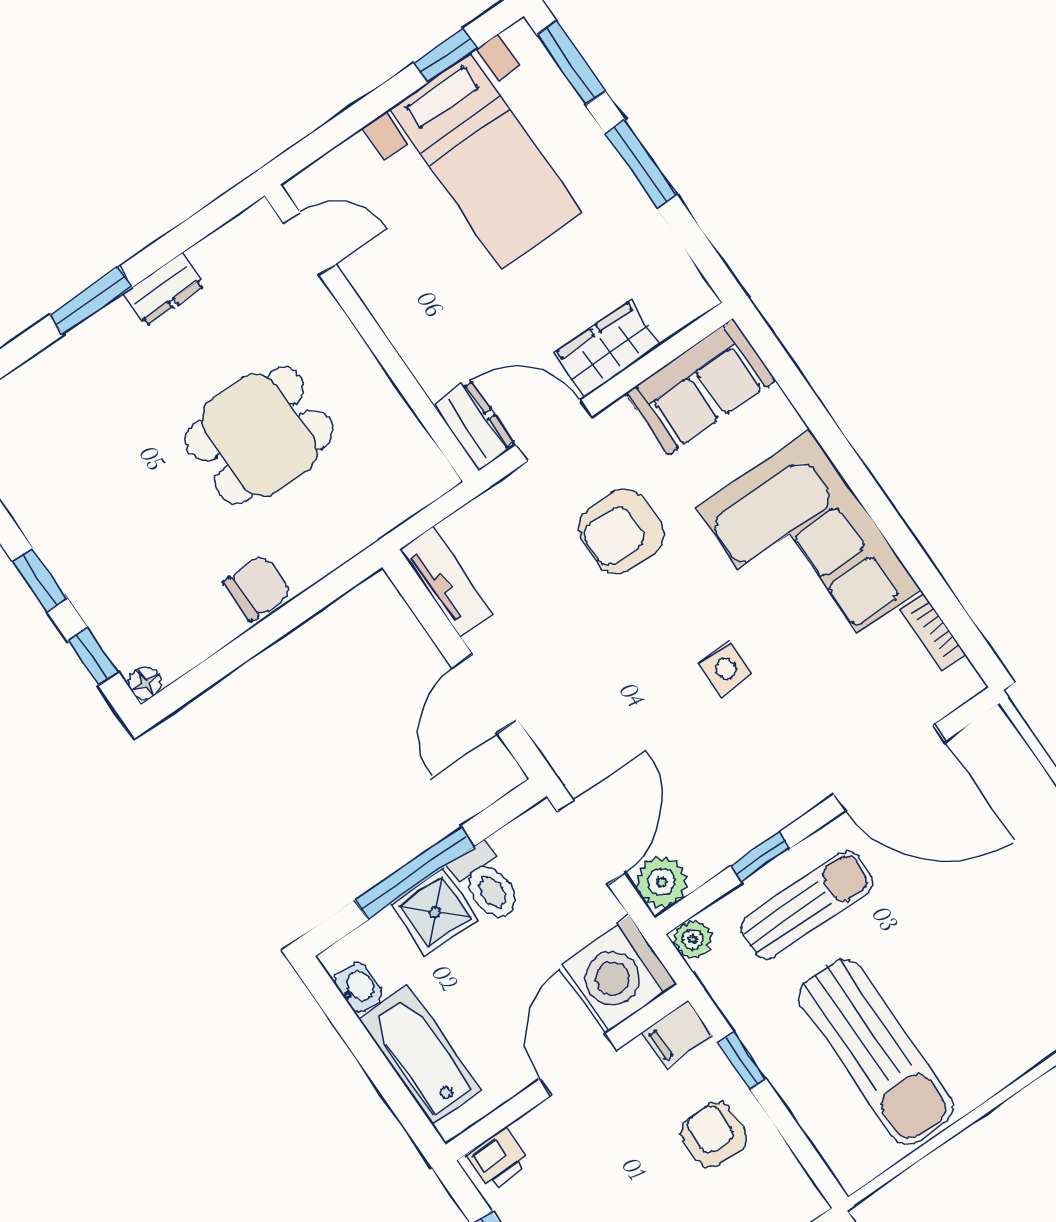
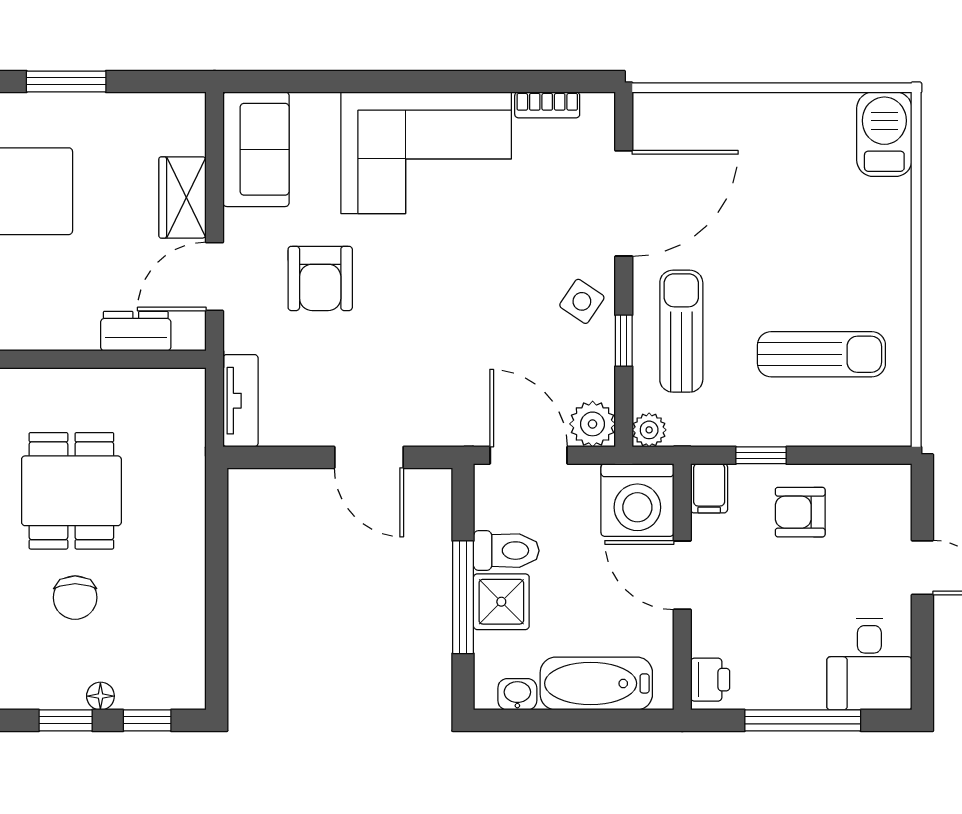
dresser: (474, 425) -> (136, 331), moved
tv unit: (446, 581) -> (240, 401), moved, turned 90
chair: (257, 588) -> (75, 598), moved, turned 180
side table: (726, 669) -> (582, 301), moved, turned 34
floor lamp: (145, 683) -> (100, 696), moved
sun lounger: (876, 1052) -> (821, 354), width x0.73, depth x0.75

